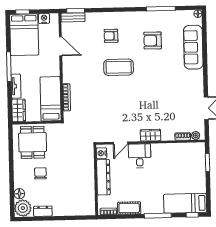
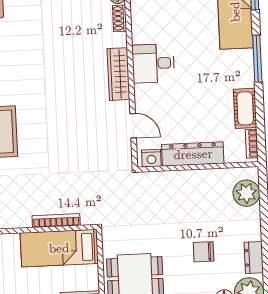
wardrobe: (151, 135) -> (118, 74), width x1.50
desk: (140, 156) -> (153, 63), moved
chair: (40, 173) -> (204, 252), moved
plant: (80, 208) -> (246, 193), added

